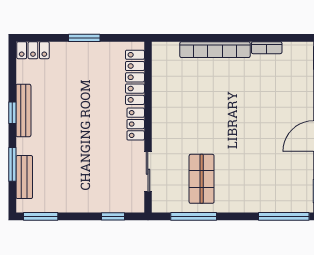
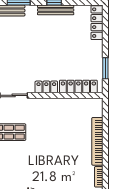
window: (84, 38) -> (105, 68), moved
locker: (33, 50) -> (97, 23), width x1.53

